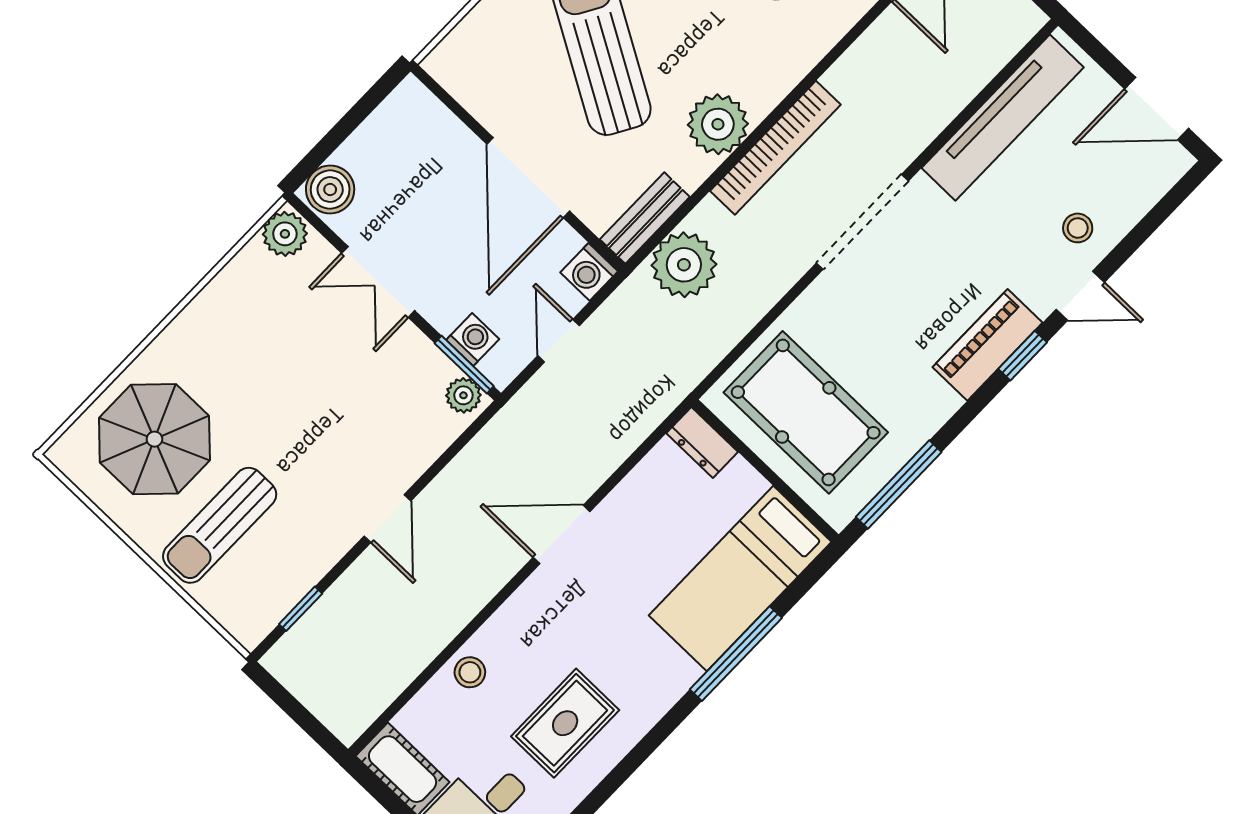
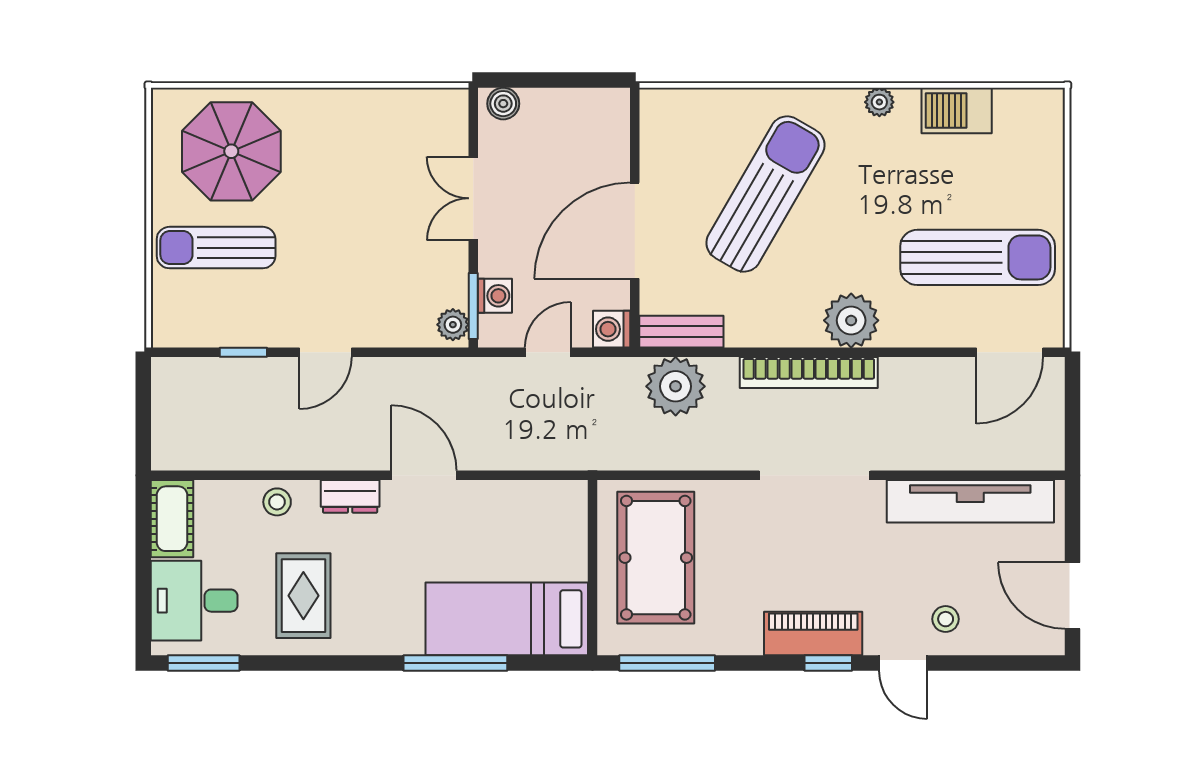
plant: (718, 124) -> (851, 320), moved
boiler: (330, 189) -> (503, 104), width x0.73, depth x0.73
plant: (285, 234) -> (446, 108), removed
dresser: (702, 443) -> (350, 496), moved, turned -90
window: (301, 609) -> (243, 352), moved
rug: (565, 723) -> (303, 596), turned 90

